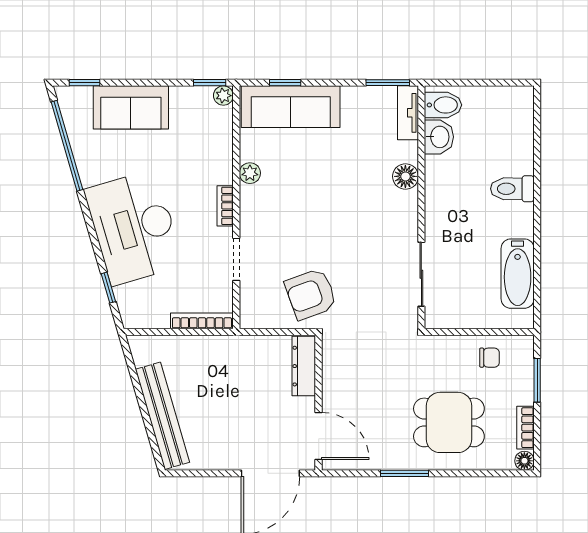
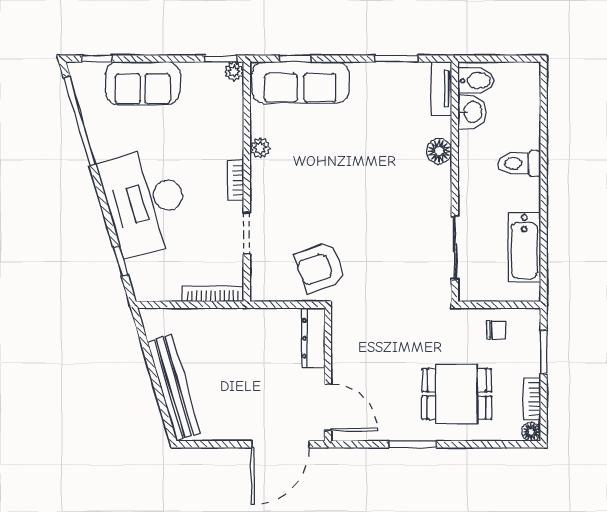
bidet: (443, 105) -> (476, 81), moved
tv unit: (408, 113) -> (442, 88), moved
washbasin: (439, 137) -> (472, 112), moved
floor lamp: (405, 176) -> (439, 151), moved
wall: (421, 207) -> (455, 182), moved
sliding door: (421, 274) -> (455, 248), moved

